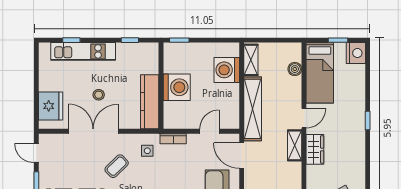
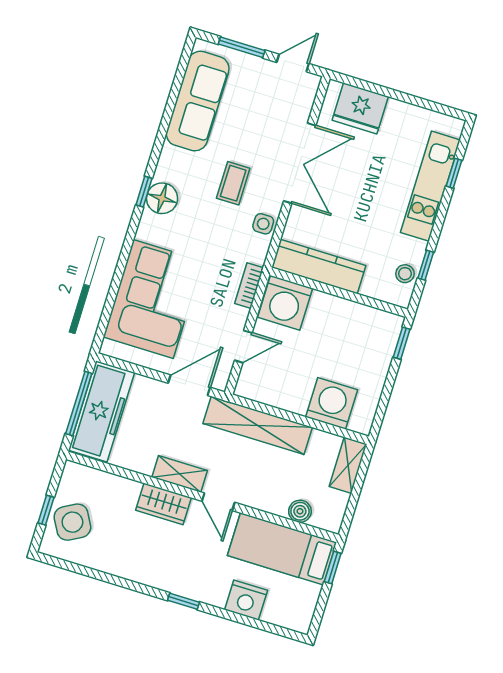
window: (338, 40) -> (333, 567), moved
nightstand: (356, 53) -> (246, 600), moved
shelving: (251, 60) -> (348, 465), moved, turned 90
washing machine: (177, 87) -> (285, 303), moved
stool: (99, 95) -> (405, 274), moved
door: (209, 131) -> (243, 347), hinge flipped
side table: (147, 151) -> (263, 224), moved
coffee table: (117, 166) -> (233, 183), turned 44

